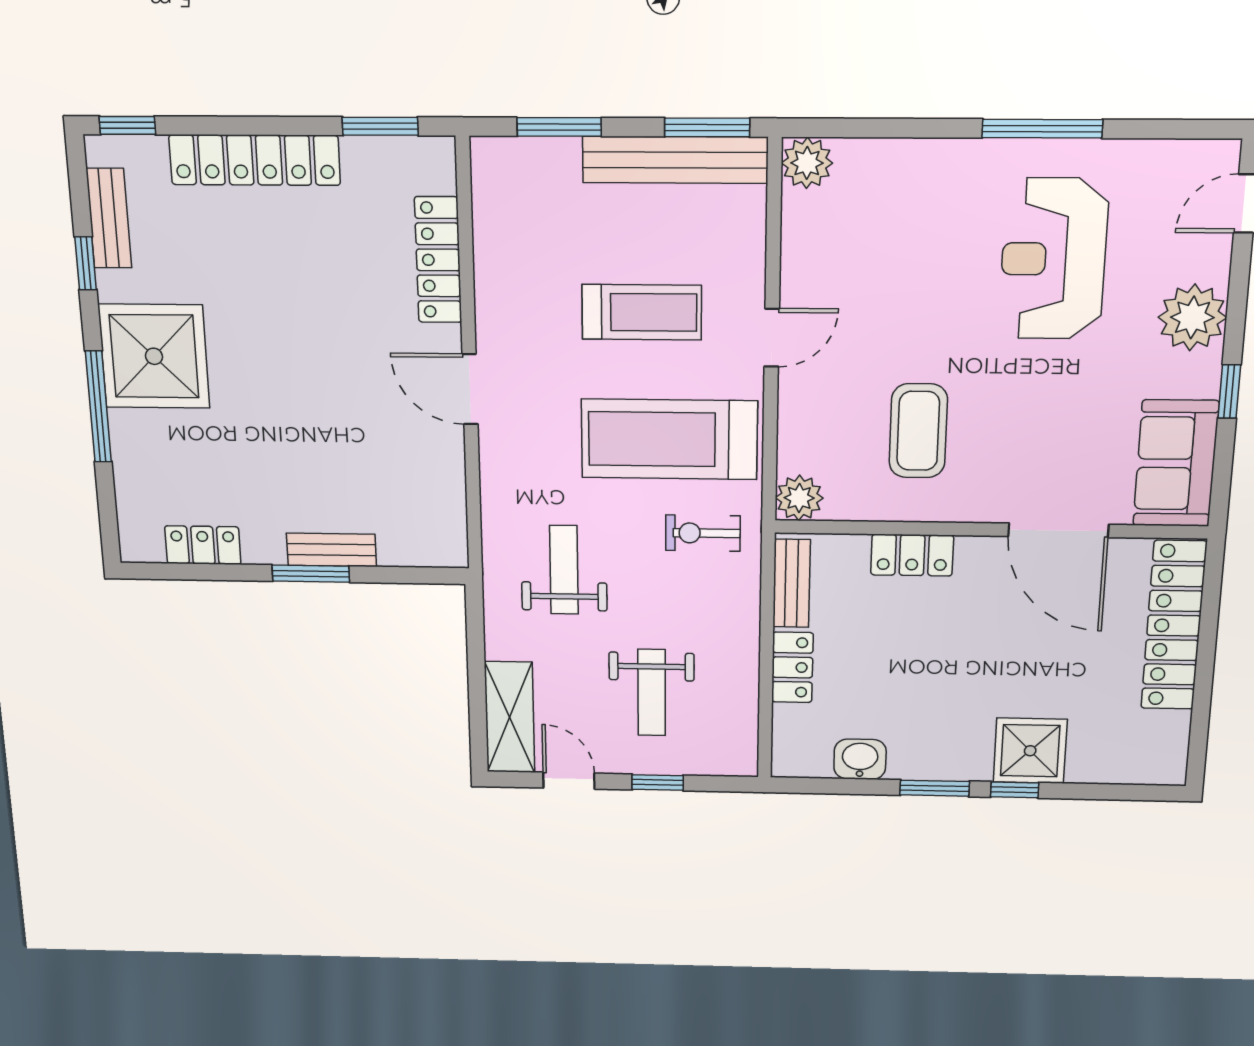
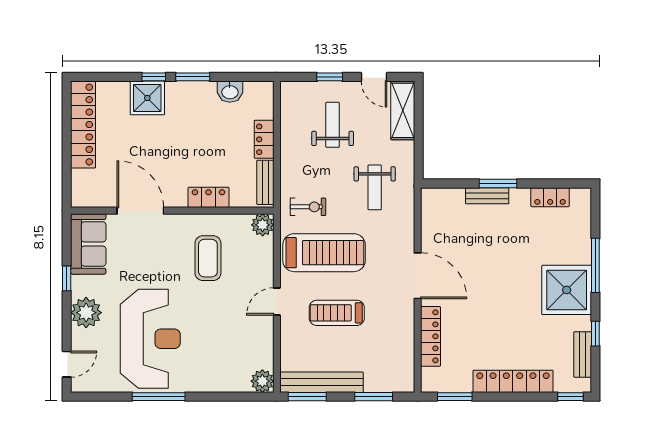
reception desk: (1053, 259) -> (150, 339), width x1.36, depth x1.30
door: (470, 389) -> (418, 276), width x1.36
locker: (1174, 626) -> (83, 125), moved

